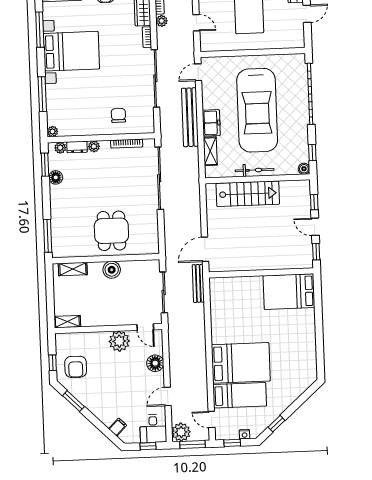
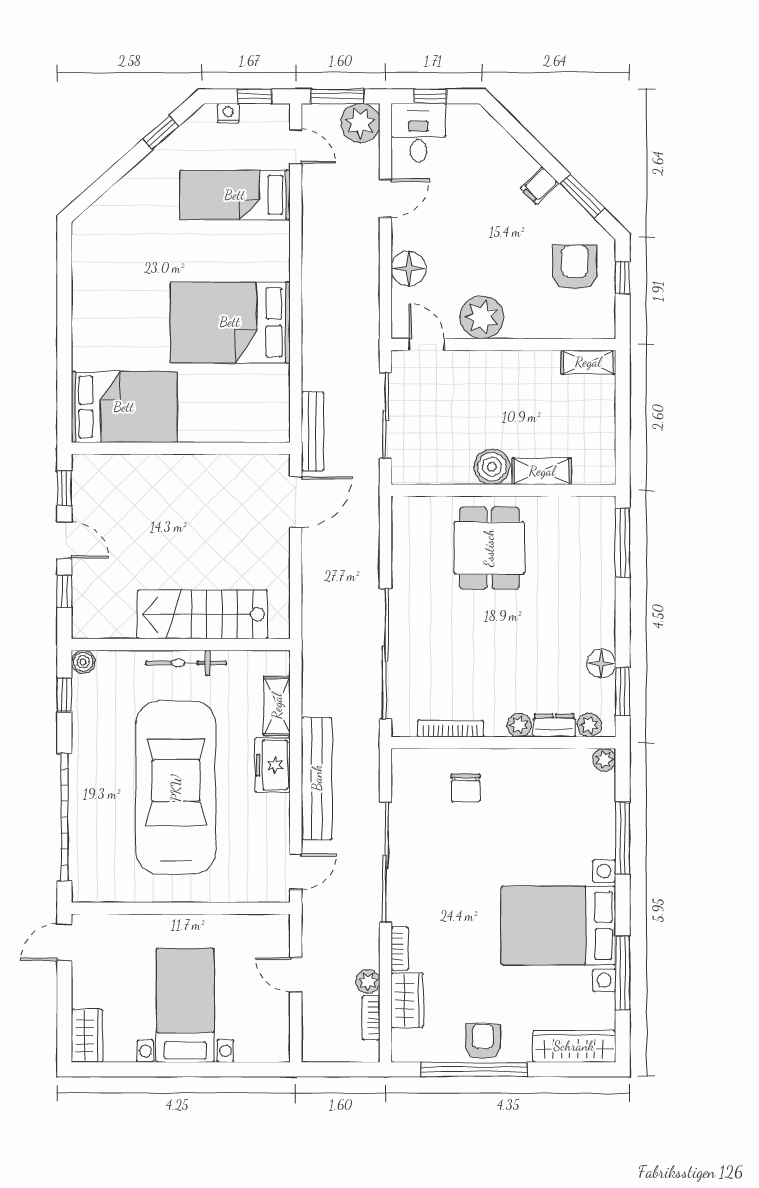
door: (307, 14) -> (64, 942), moved
shelving: (73, 269) -> (542, 471), moved
bed: (241, 363) -> (230, 322), moved
filing cabinet: (118, 427) -> (539, 186), moved

